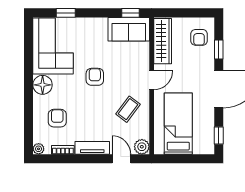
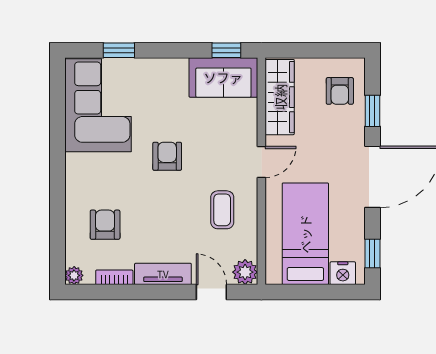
floor lamp: (43, 85) -> (81, 170), removed
coffee table: (128, 109) -> (222, 210), turned -37
nightstand: (201, 147) -> (343, 273), added

